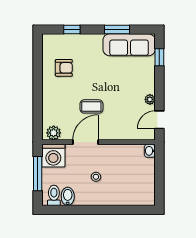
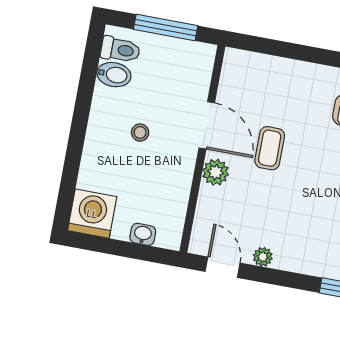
plant: (54, 133) -> (216, 172), moved
washbasin: (150, 151) -> (143, 234), moved
washing machine: (53, 156) -> (92, 214), moved, turned 90

